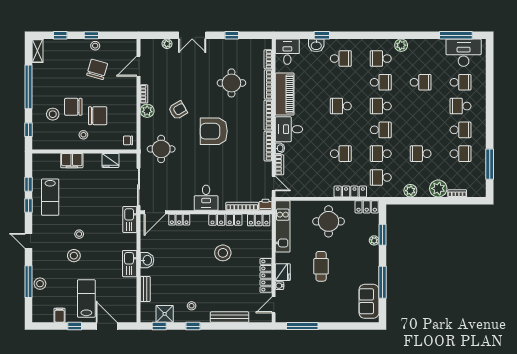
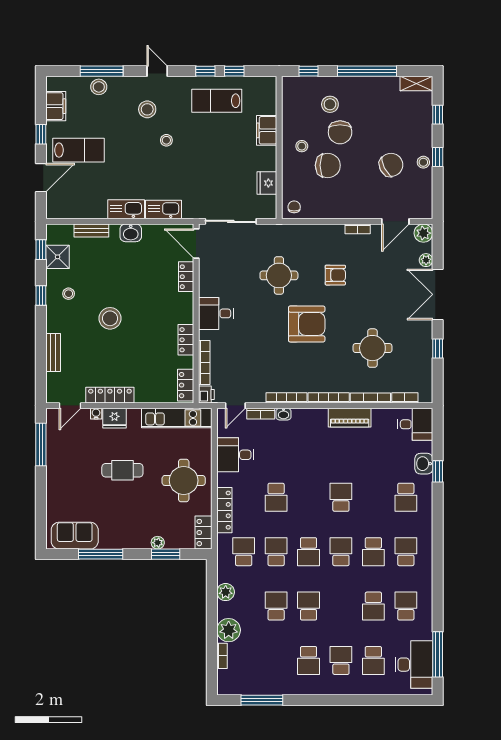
double door: (192, 35) -> (438, 294), width x1.37
plant: (401, 45) -> (424, 579), removed
school desk: (421, 59) -> (406, 606), added
door: (139, 66) -> (395, 221), swing flipped
chair: (97, 69) -> (391, 165), turned -43
piano: (285, 94) -> (350, 418), width x0.73, depth x0.75
chair: (73, 107) -> (340, 132), turned 180
armchair: (178, 110) -> (335, 275), turned -60
plant: (147, 111) -> (423, 233), moved
chair: (98, 116) -> (328, 165), turned -90
desk: (289, 129) -> (235, 455), moved, turned -90
armchair: (214, 131) -> (307, 324), turned 90
round table: (161, 149) -> (279, 275), moved
school desk: (460, 154) -> (309, 606), moved, turned 180
kitchen sink: (130, 220) -> (164, 209), moved
locker: (225, 220) -> (186, 340), width x0.66
door: (28, 241) -> (157, 71), hinge flipped
stool: (223, 253) -> (110, 318), moved
stool: (74, 256) -> (147, 109), moved
door: (274, 305) -> (70, 406), swing flipped
filing cabinet: (60, 315) -> (56, 106), width x2.00
bench: (230, 317) -> (53, 352), width x0.73

